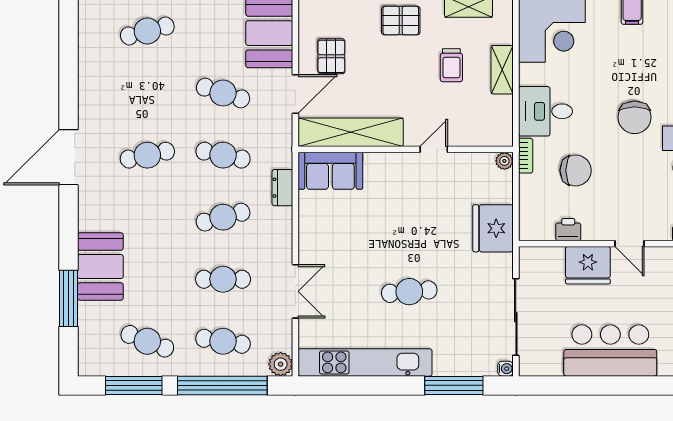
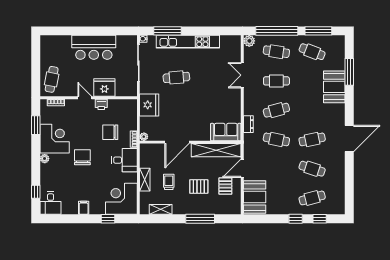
pallet: (401, 21) -> (199, 186), moved
cafe table: (223, 93) -> (312, 169), moved
door: (434, 149) -> (177, 142), width x1.87
printer: (568, 230) -> (101, 104), moved
cafe table: (409, 292) -> (176, 77), moved
kitchen unit: (365, 362) -> (188, 42), moved

